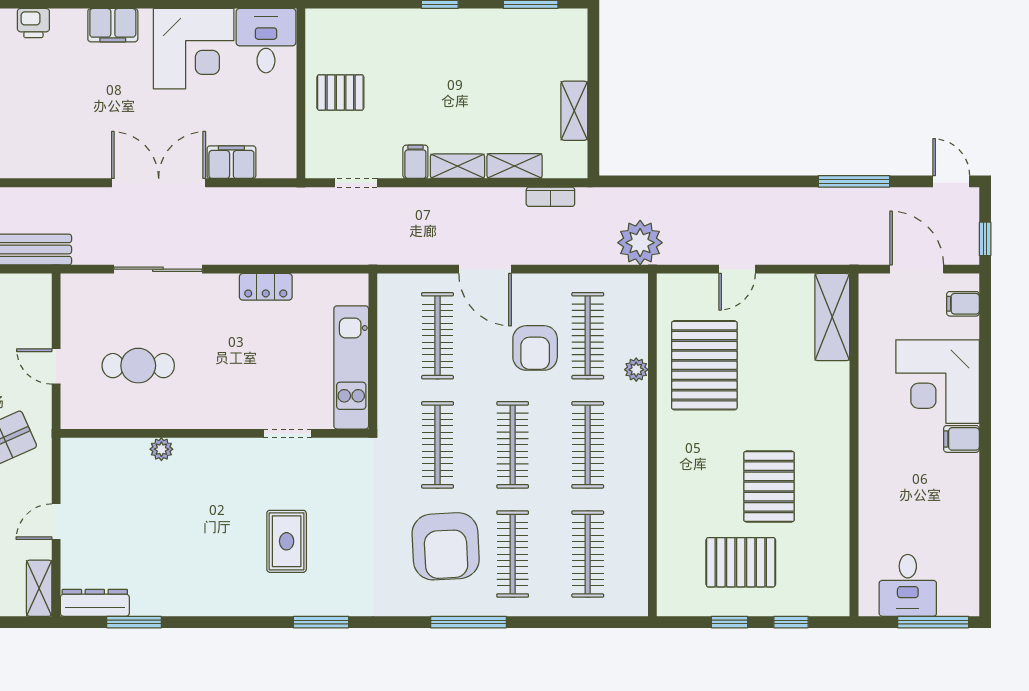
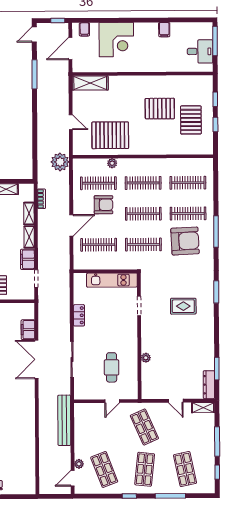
filing cabinet: (415, 162) -> (27, 259), width x2.00
filing cabinet: (961, 439) -> (164, 30), moved

